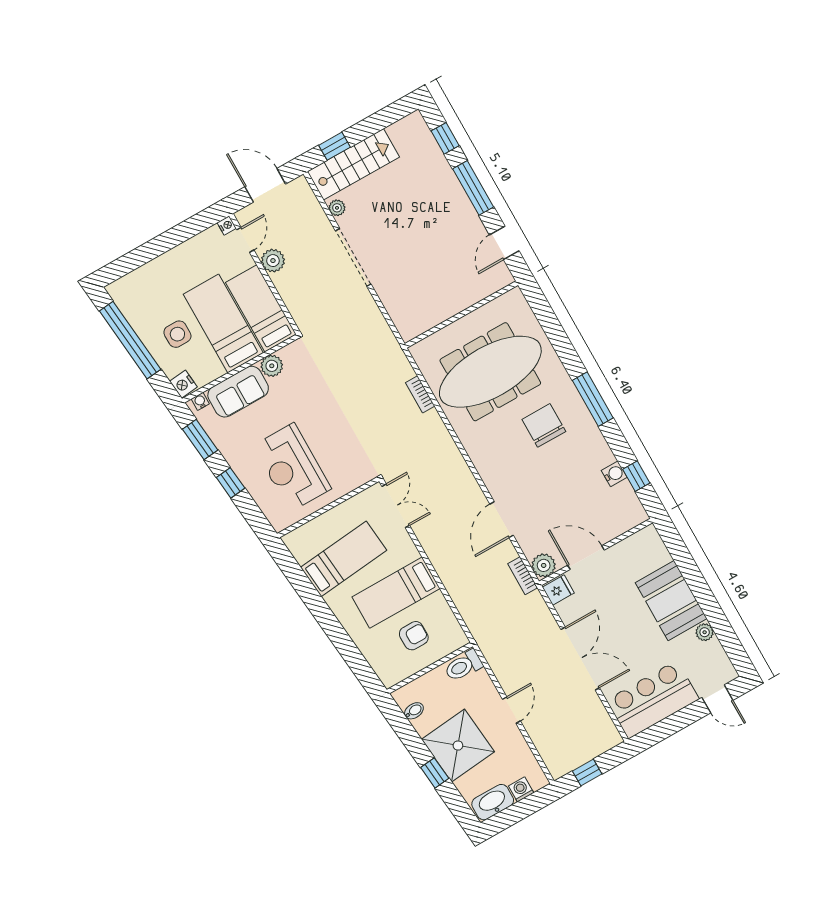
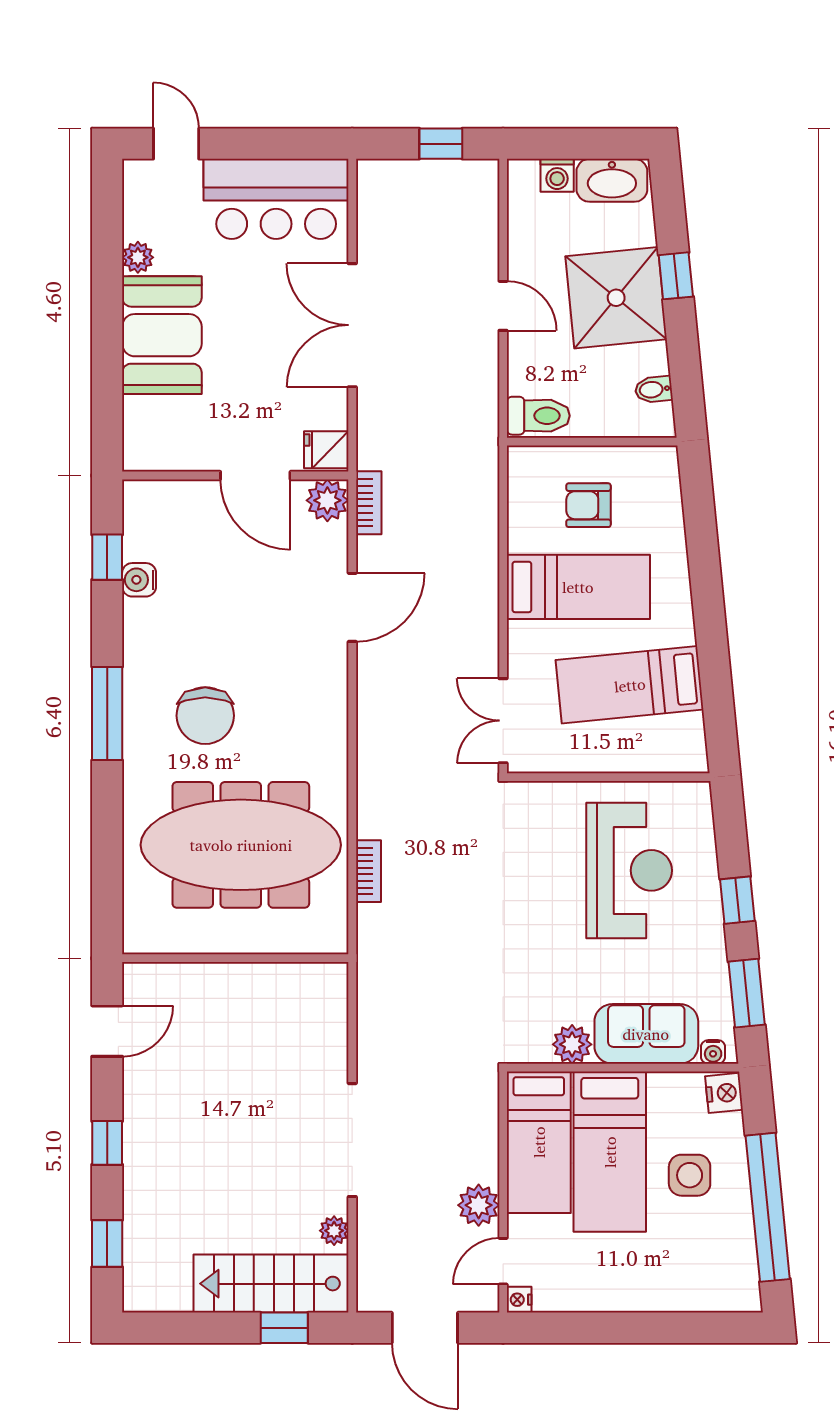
window: (473, 188) -> (107, 1143), width x0.46
door: (511, 710) -> (503, 306), swing flipped

